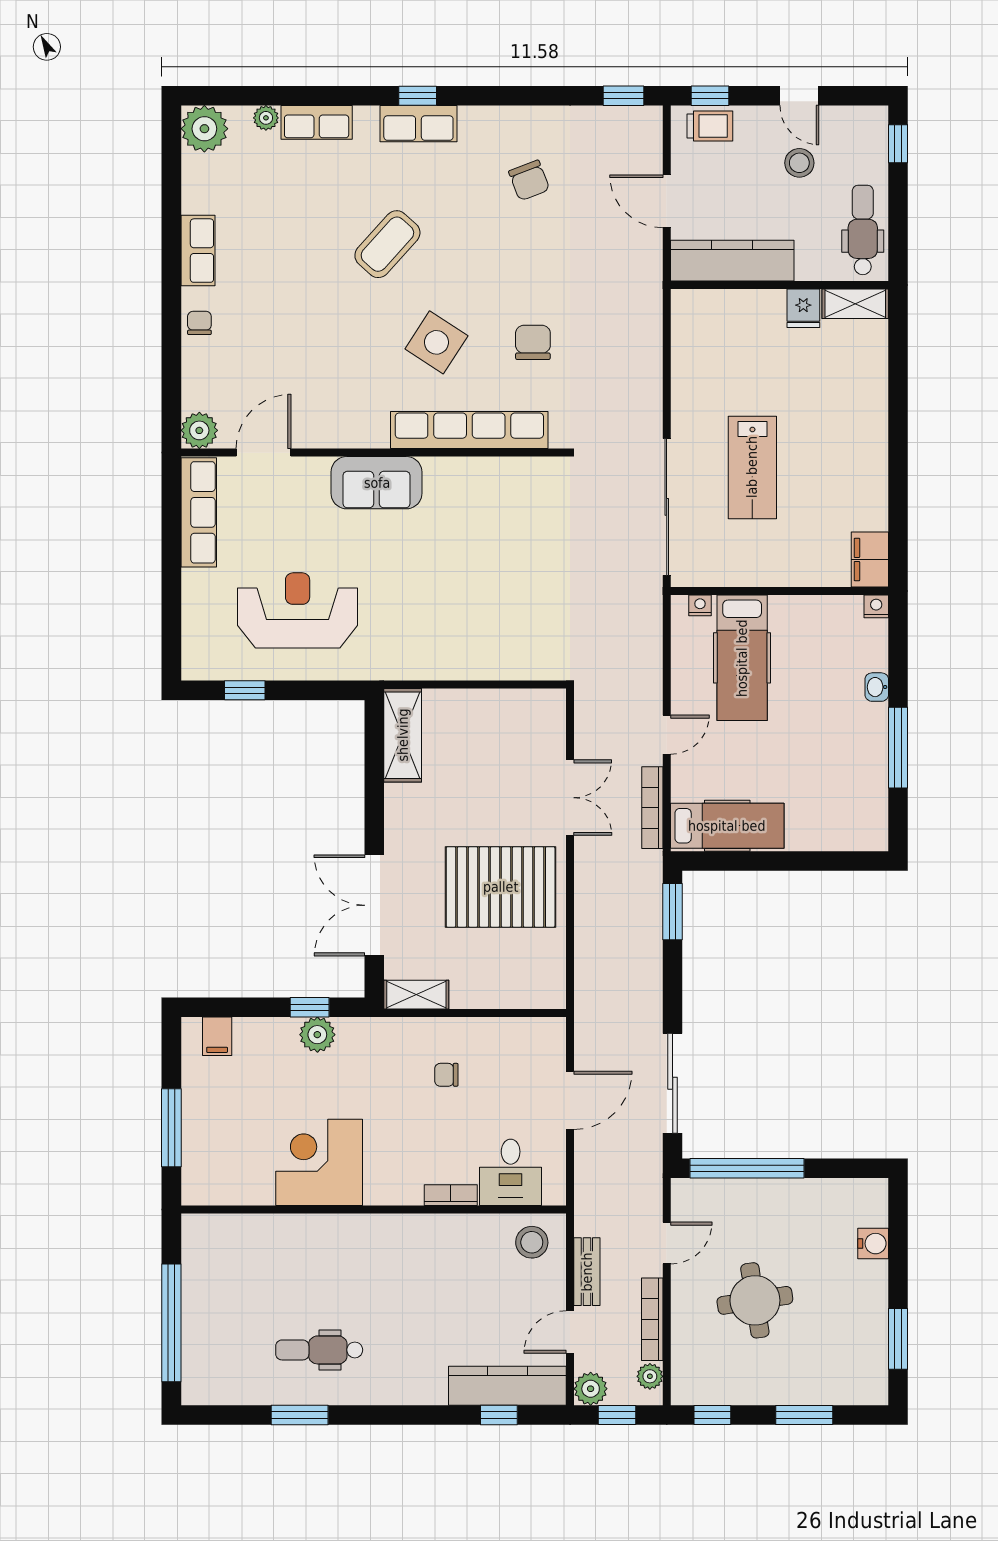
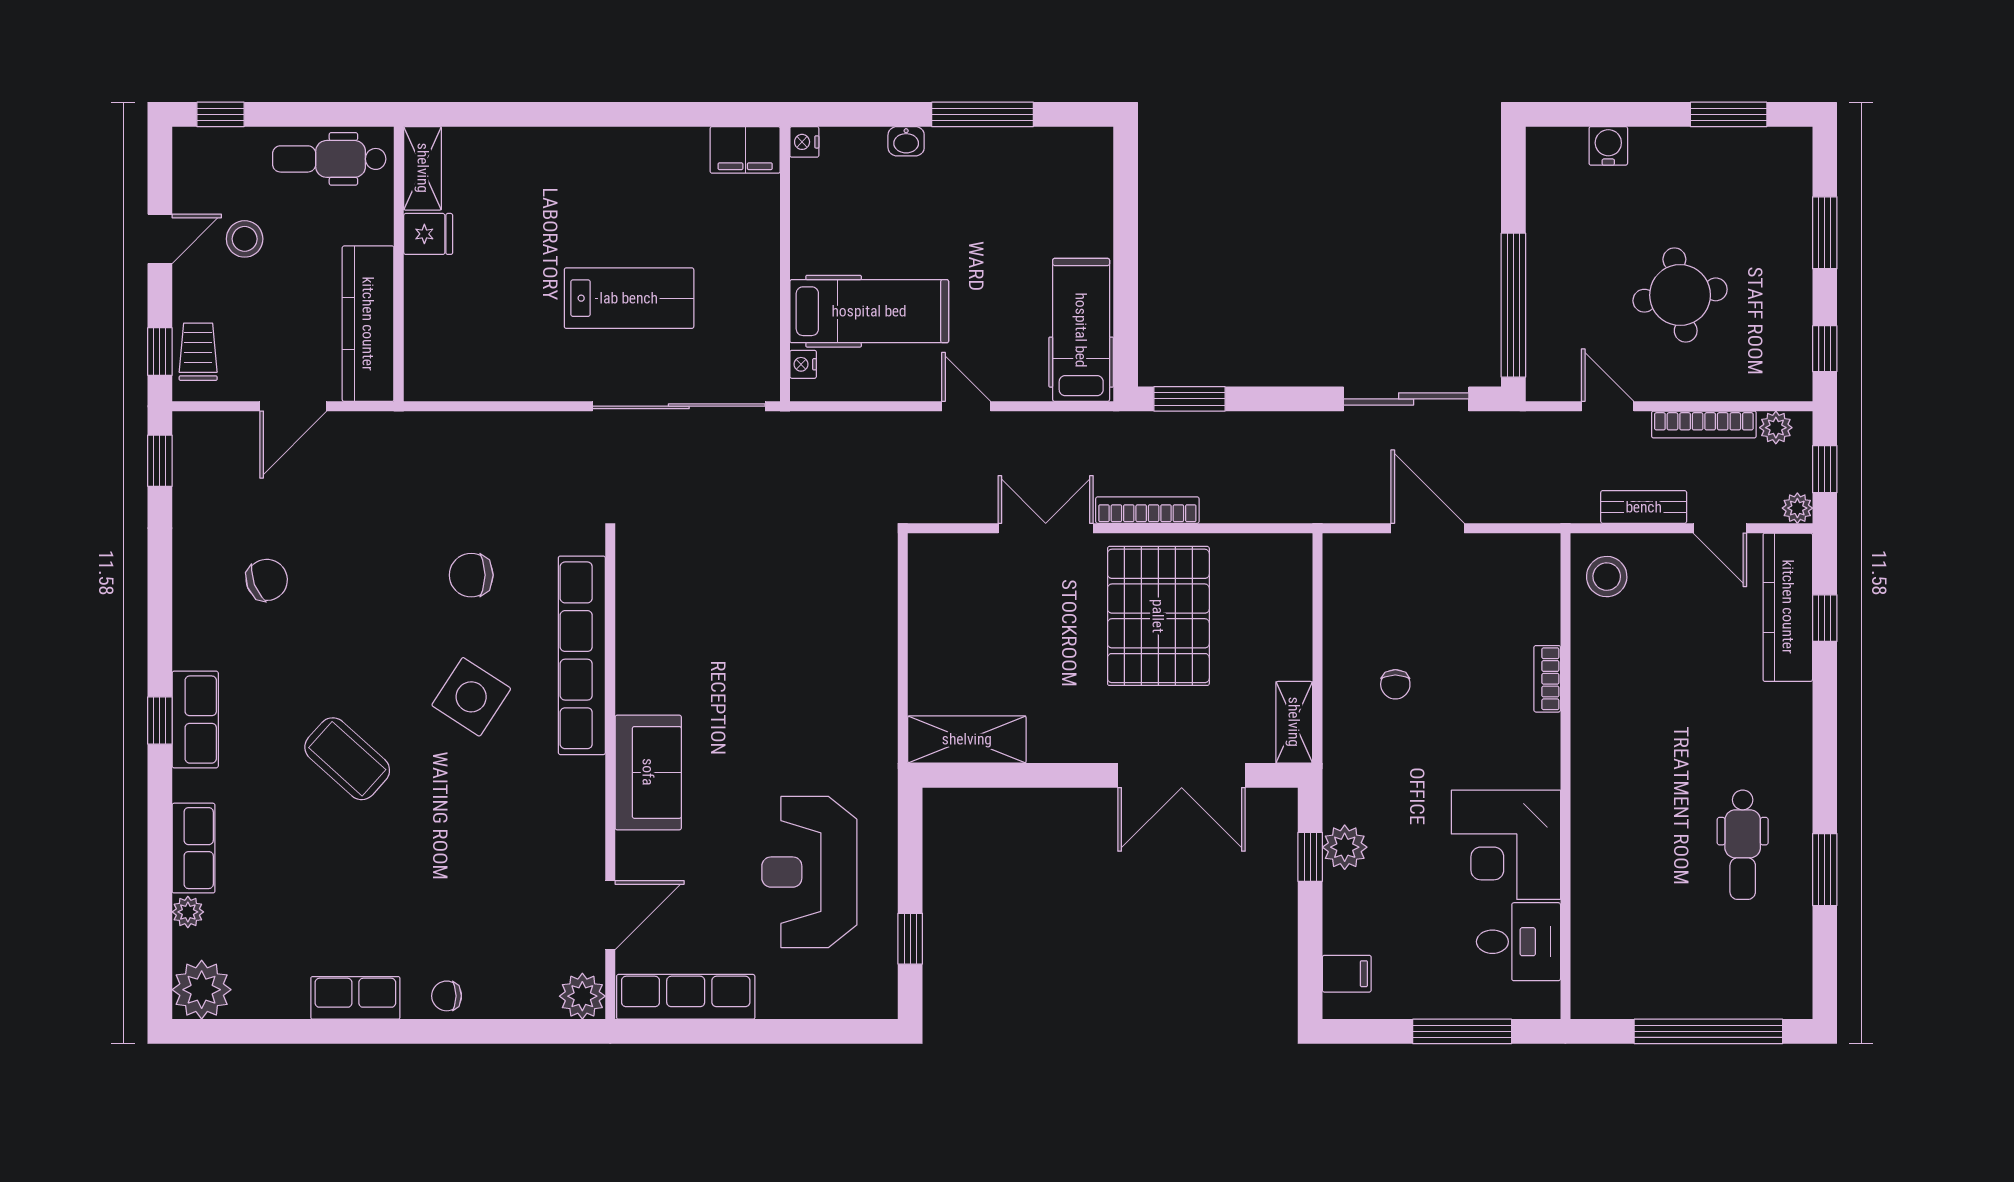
door: (263, 453) -> (610, 915), swing flipped
bookcase: (652, 808) -> (1147, 510), moved, turned 180
desk: (511, 1172) -> (1518, 942), moved
plant: (591, 1389) -> (1797, 508), width x0.73, depth x0.73

